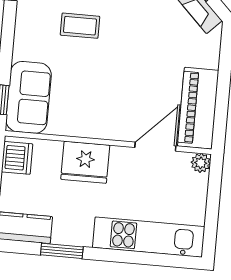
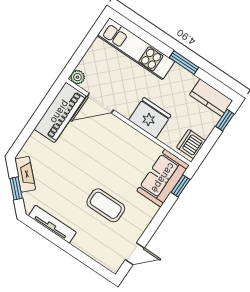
coffee table: (80, 26) -> (106, 205), width x1.36, depth x1.30
window: (62, 251) -> (184, 62), moved

